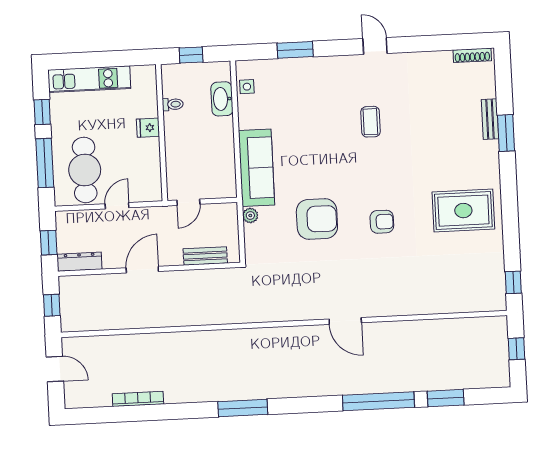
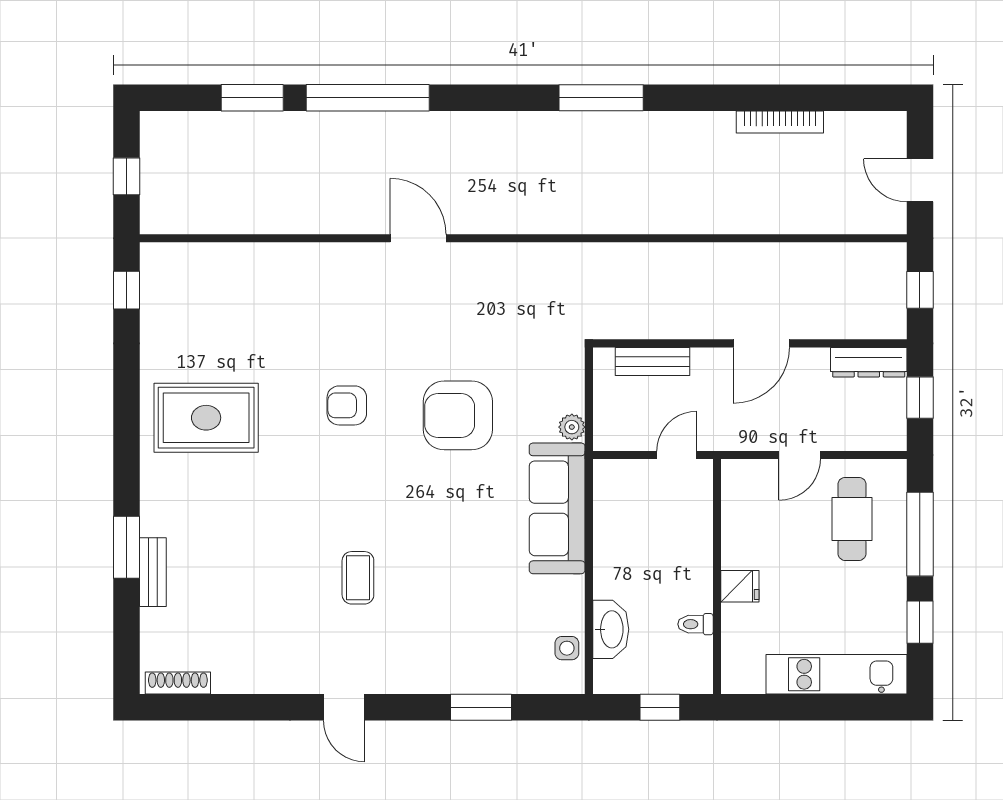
cafe table: (85, 170) -> (852, 519), width x0.73, depth x0.74

